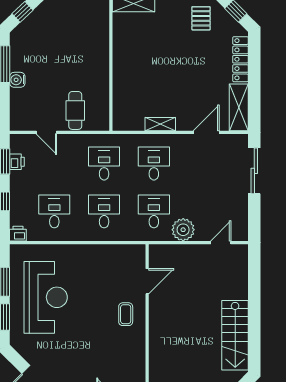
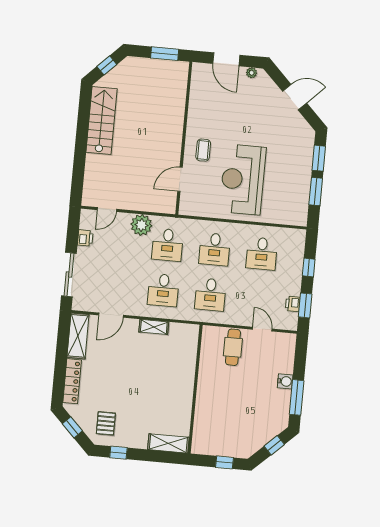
printer: (18, 234) -> (85, 238), moved, turned -90
reception desk: (46, 297) -> (243, 180), moved

